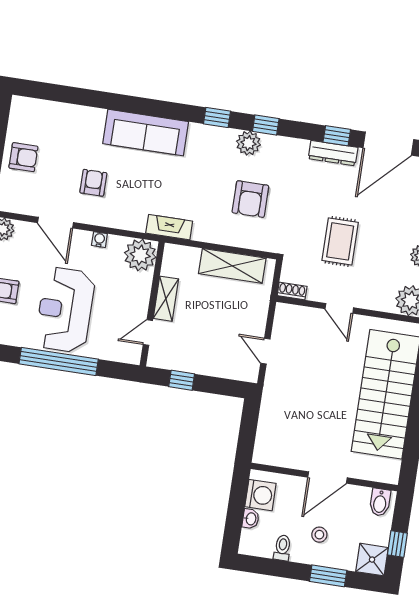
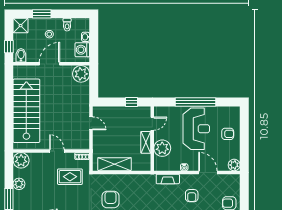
fireplace: (169, 227) -> (168, 179), moved
rug: (340, 241) -> (70, 177), moved, turned 90
plant: (140, 255) -> (162, 148), moved
plant: (270, 449) -> (81, 74), added
window: (397, 544) -> (9, 47), moved

